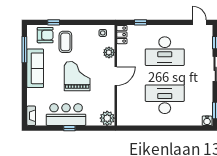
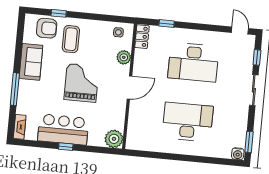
window: (24, 50) -> (15, 89), moved
sofa: (35, 68) -> (31, 62), width x0.73

